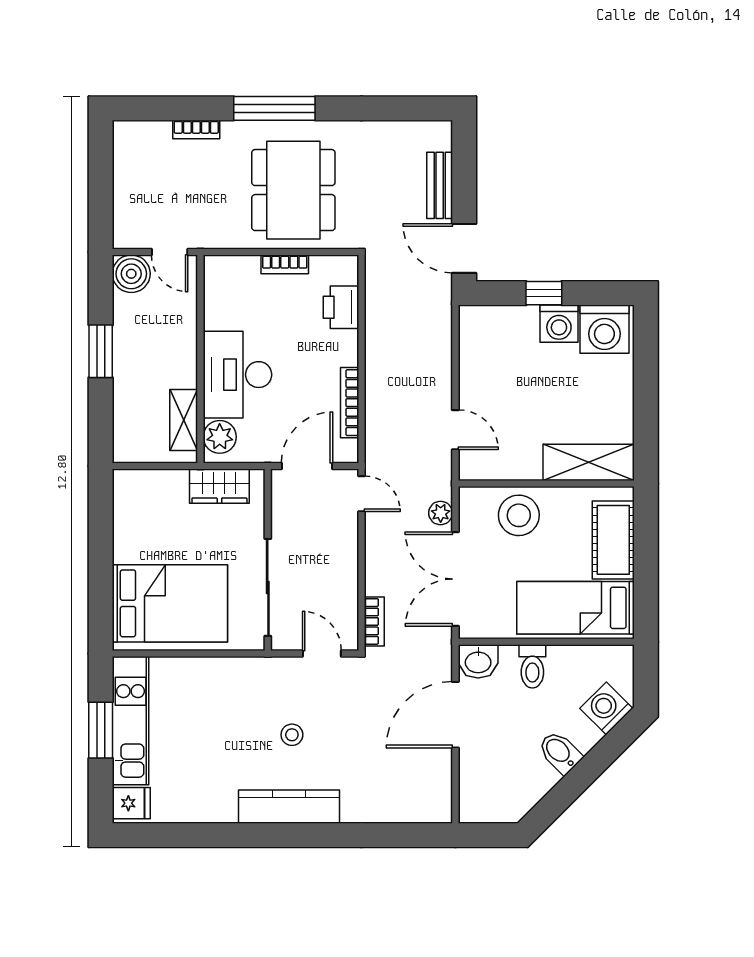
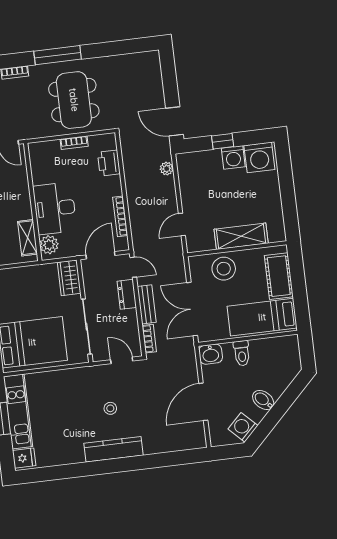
bench: (440, 185) -> (147, 304), moved
door: (455, 430) -> (182, 225), swing flipped
shelving: (589, 462) -> (241, 236), moved
wardrobe: (219, 486) -> (69, 278), moved, turned 90
plant: (441, 513) -> (167, 169), moved
dresser: (345, 540) -> (127, 294), added
washing machine: (606, 708) -> (243, 427), moved
door: (455, 715) -> (203, 402), moved

